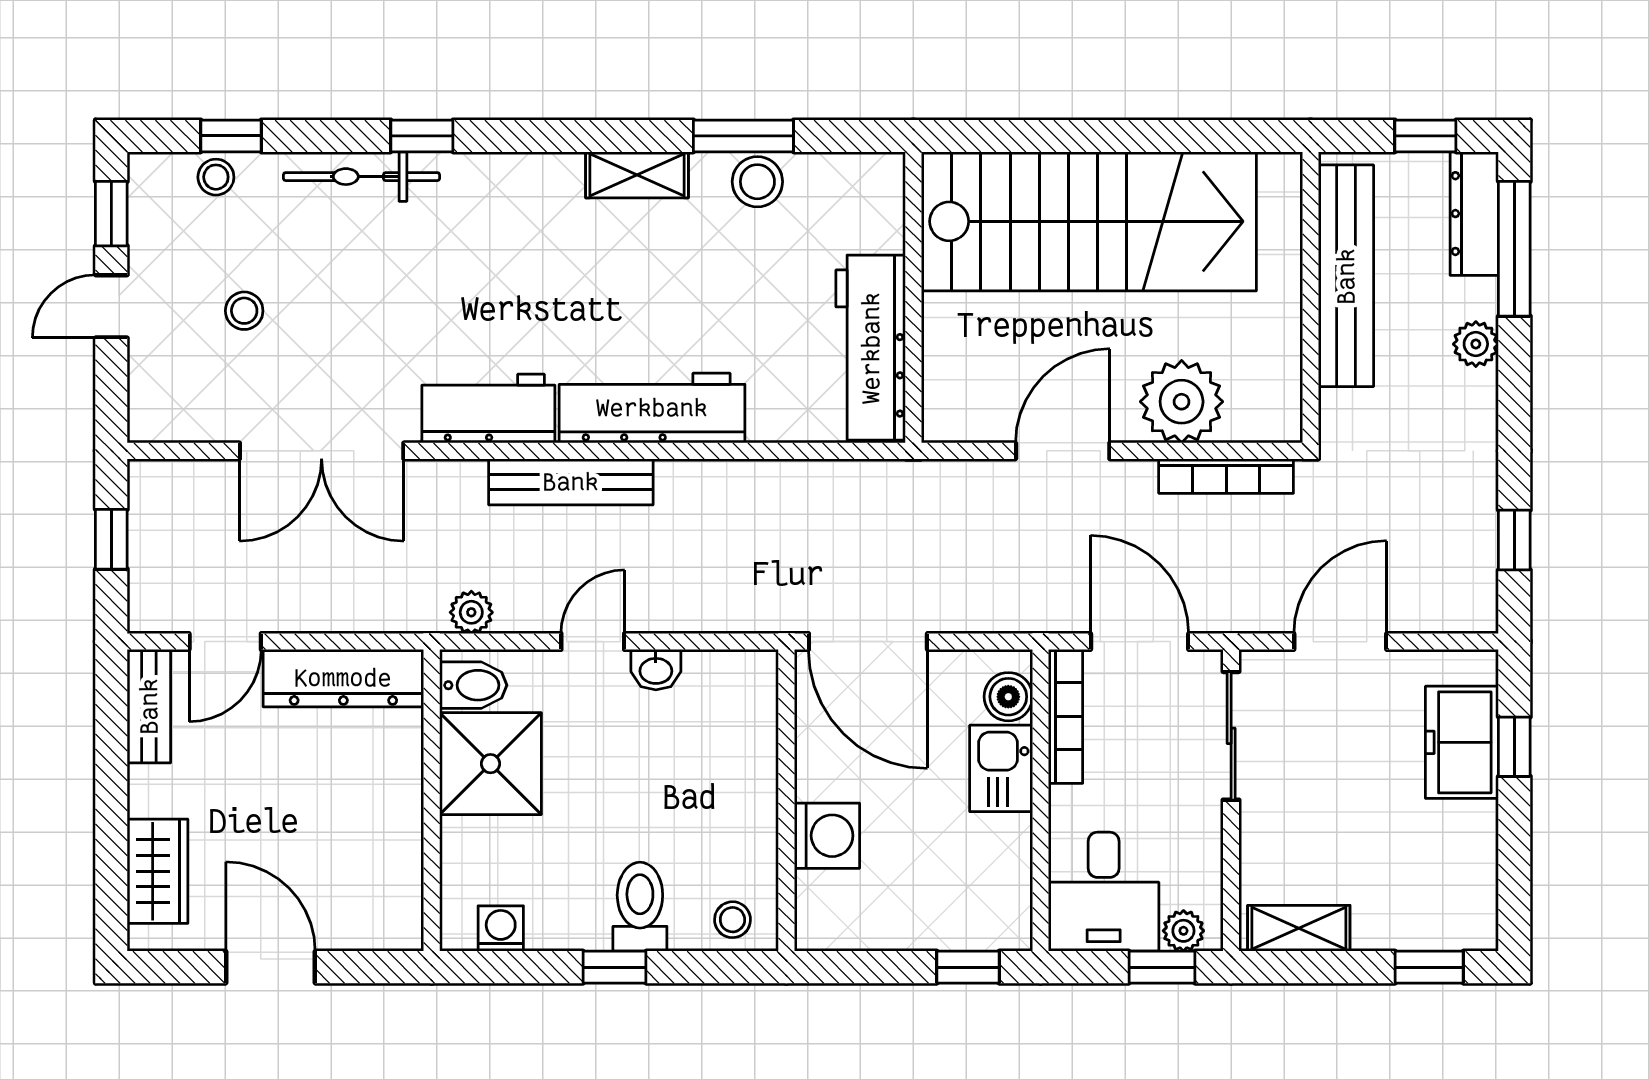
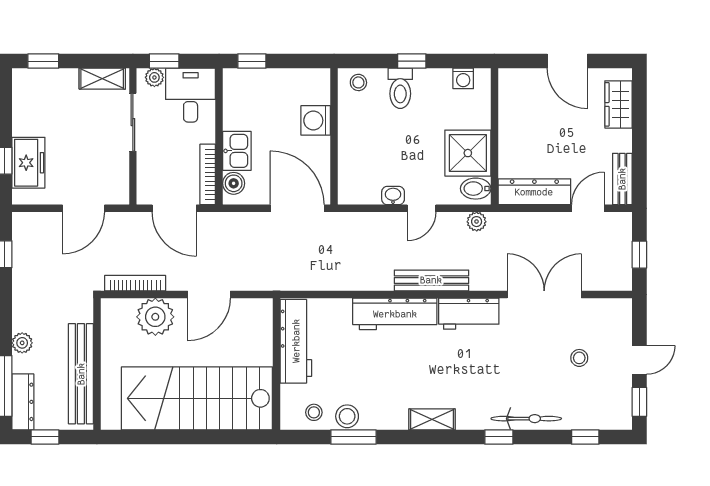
shelving: (637, 175) -> (432, 419), moved
stool: (216, 177) -> (314, 412), moved
sliding door: (1231, 736) -> (133, 122), moved

